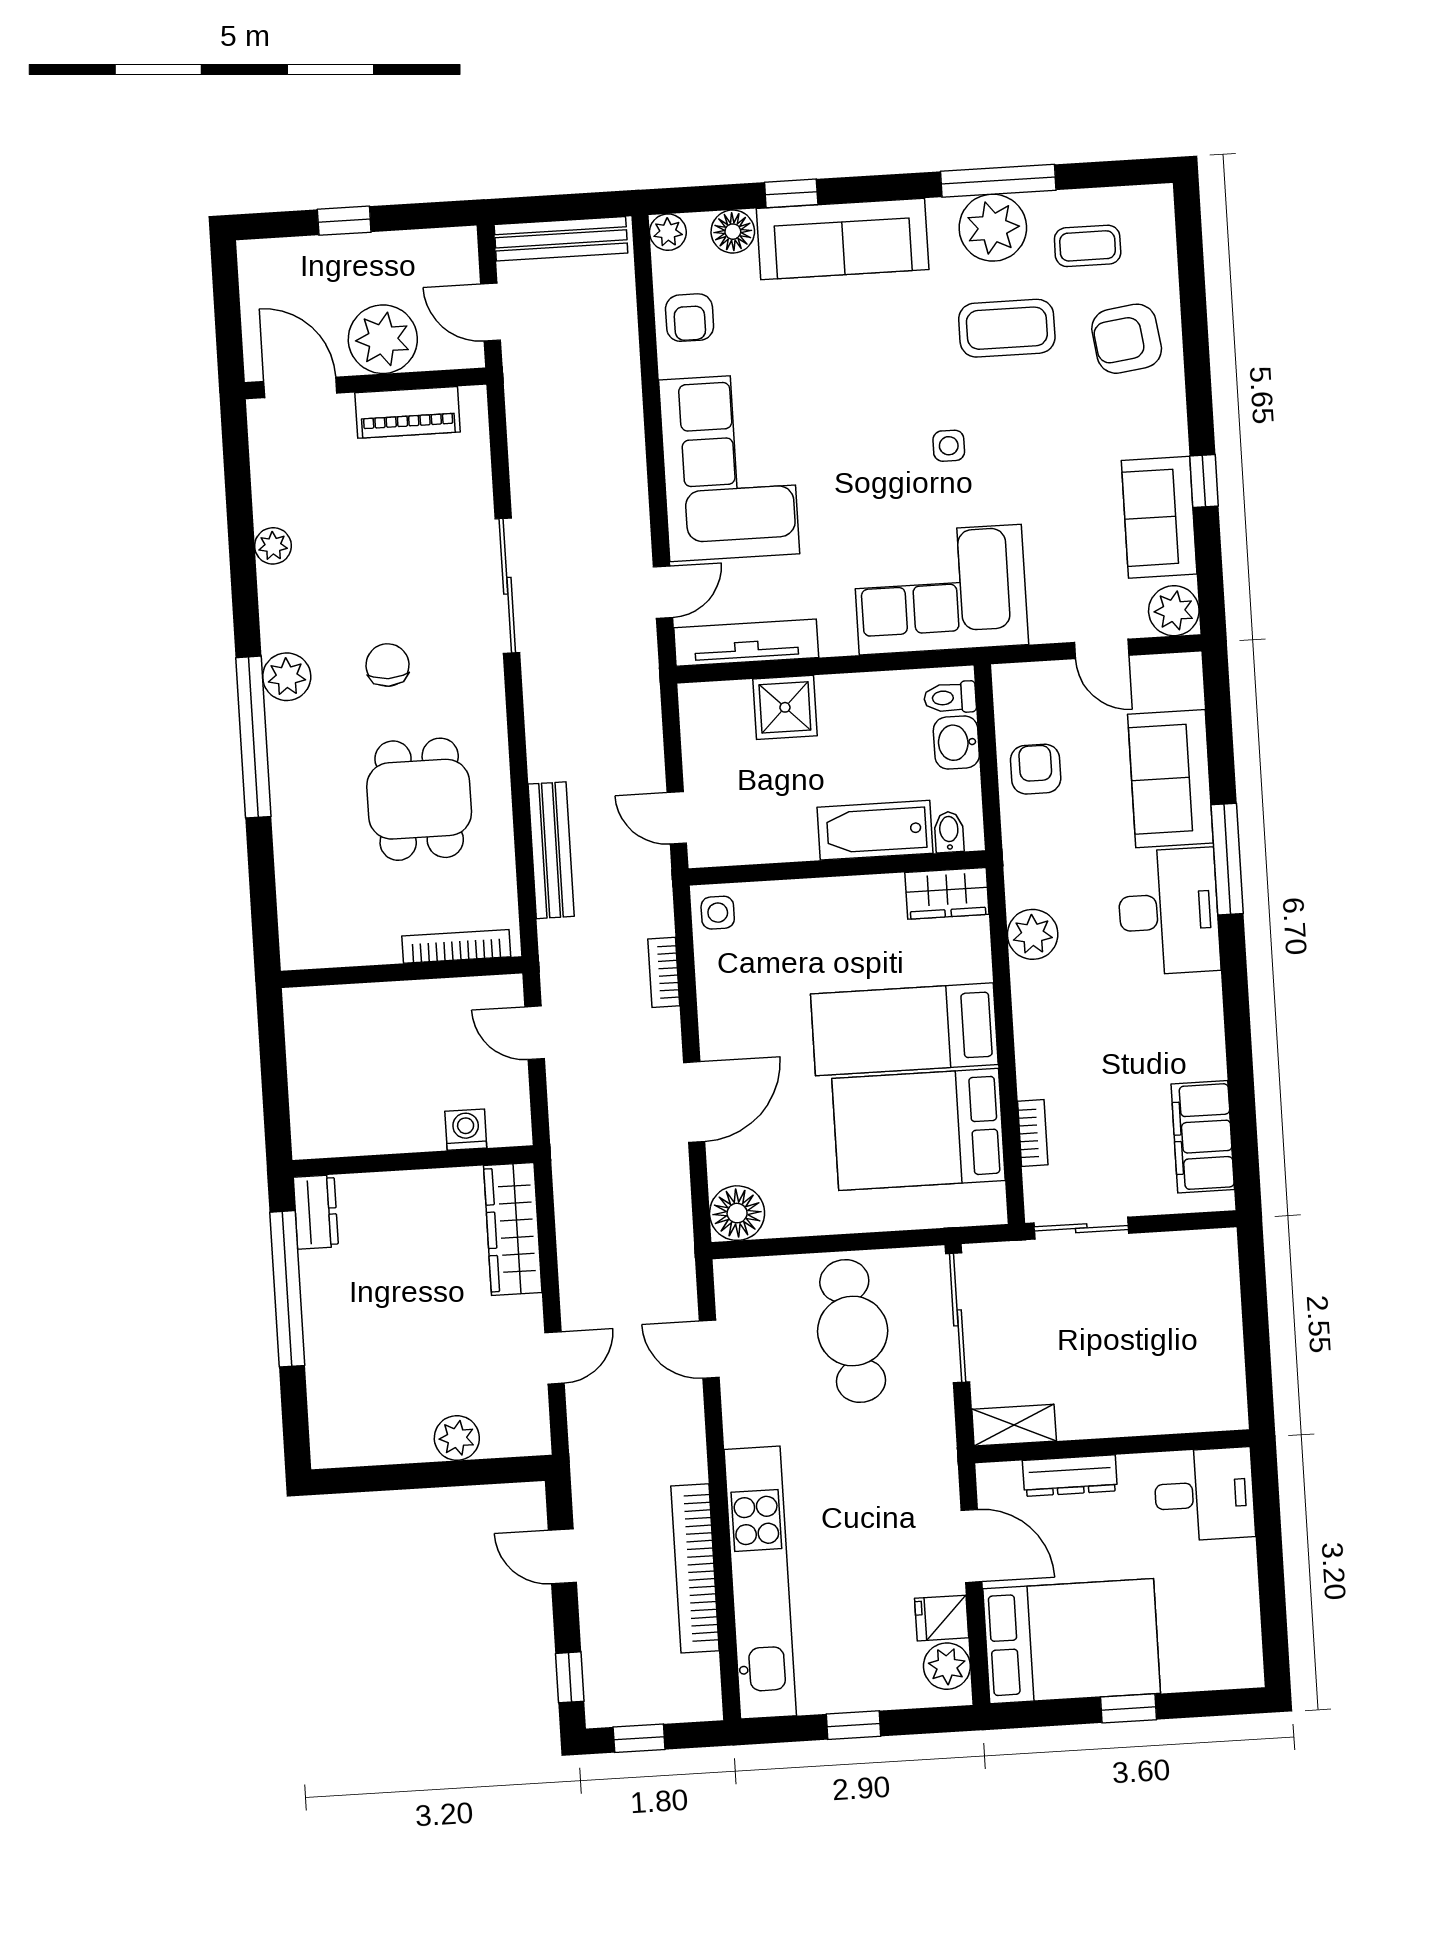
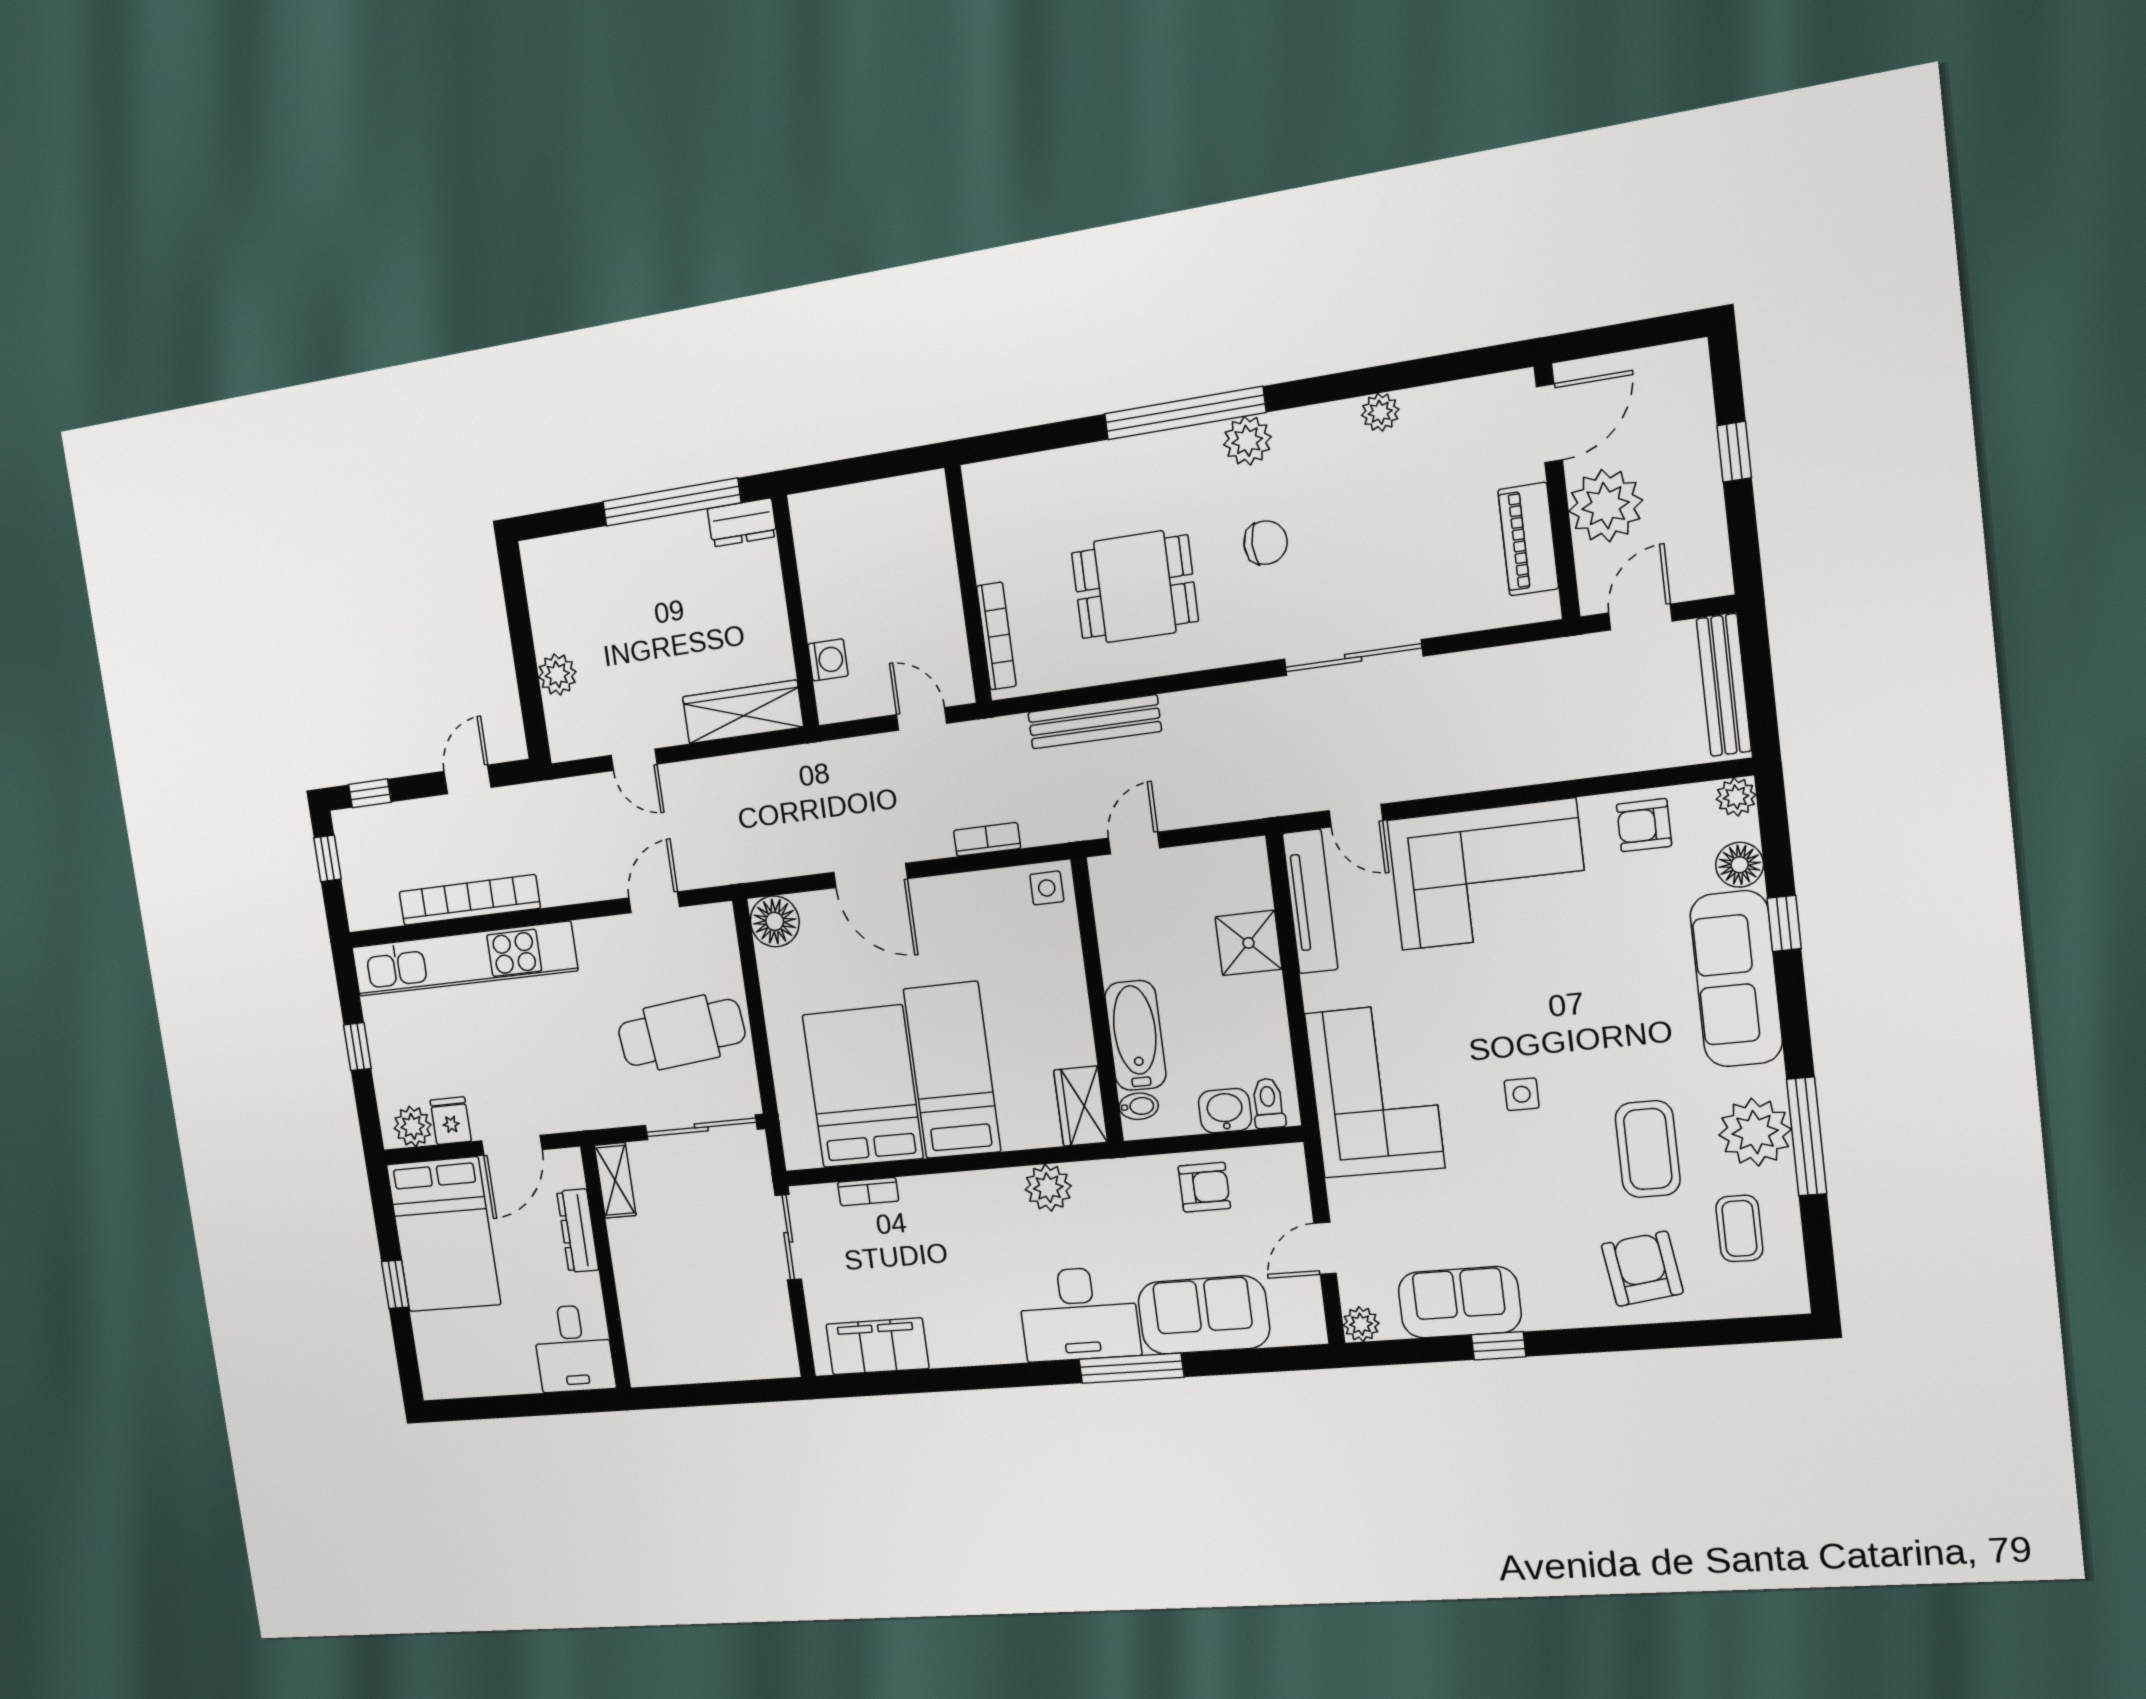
plant: (1174, 611) -> (1361, 1324), width x0.73, depth x0.73
door: (535, 1033) -> (922, 719), hinge flipped

